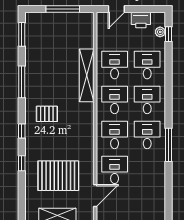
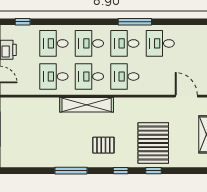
plant: (160, 32) -> (20, 30), removed
window: (22, 34) -> (23, 171), removed
shelving: (87, 75) -> (87, 105), moved
pallet: (47, 114) -> (103, 145), turned 90
desk: (115, 170) -> (160, 43), moved
pallet: (58, 176) -> (153, 143), moved

